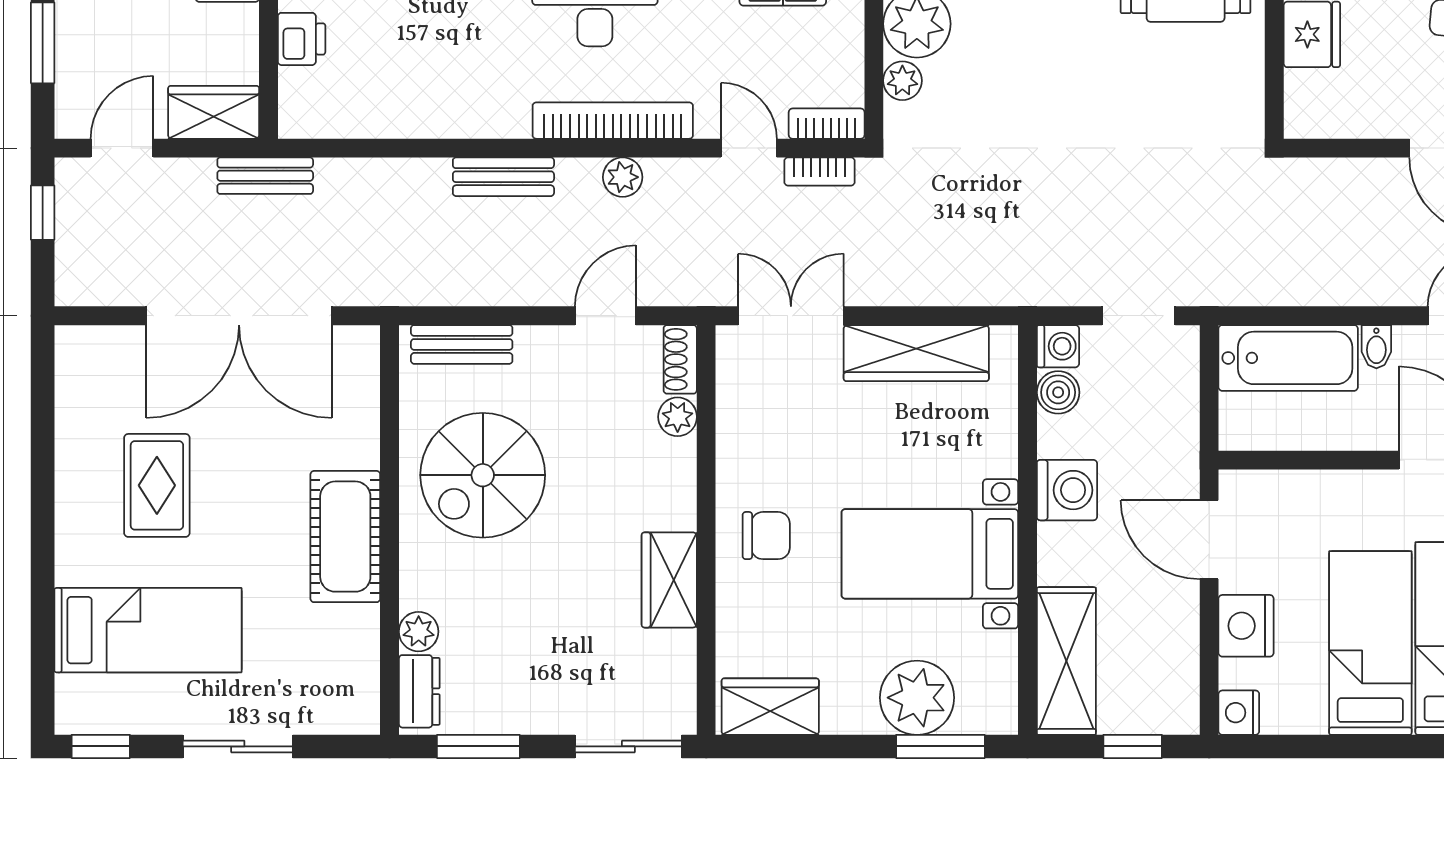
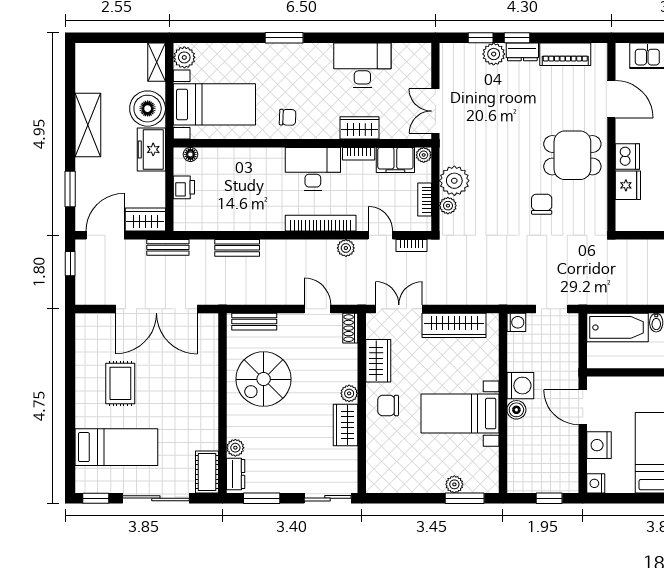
chair: (1116, 77) -> (542, 204), added
bookcase: (827, 124) -> (425, 200), moved, turned -90
door: (122, 148) -> (105, 235), width x1.37
bench: (503, 177) -> (237, 248), moved
plant: (623, 177) -> (346, 248), moved
door: (605, 316) -> (317, 309), hinge flipped
boiler: (1058, 392) -> (516, 410), moved
plant: (678, 417) -> (349, 393), moved
chair: (766, 536) -> (388, 406), turned 180
cot: (345, 537) -> (207, 472), moved, width x0.73, depth x0.75
shelving: (1066, 661) -> (520, 461), removed
plant: (917, 698) -> (454, 484), width x0.53, depth x0.53
wardrobe: (770, 707) -> (378, 361), moved, turned 90
sliding door: (238, 746) -> (156, 498), width x1.37

